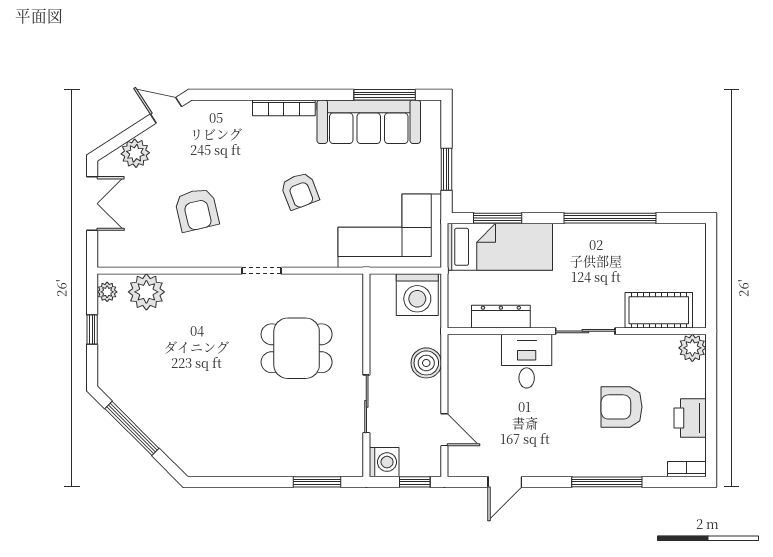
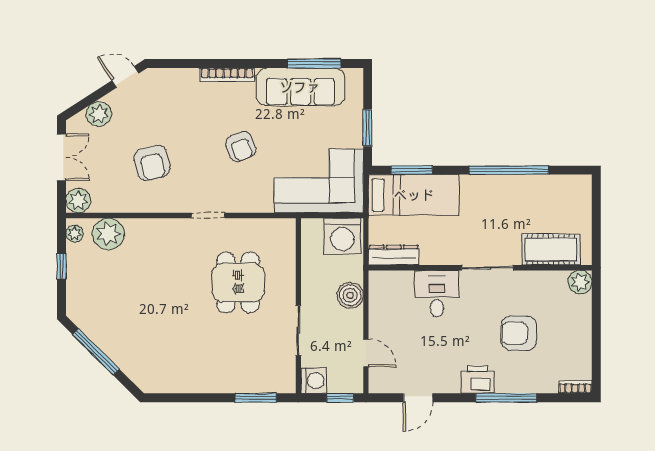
plant: (111, 253) -> (78, 200), added
dresser: (501, 317) -> (394, 255), moved
dining table: (297, 348) -> (238, 282), turned 90
printer: (690, 418) -> (477, 380), moved, turned 90

